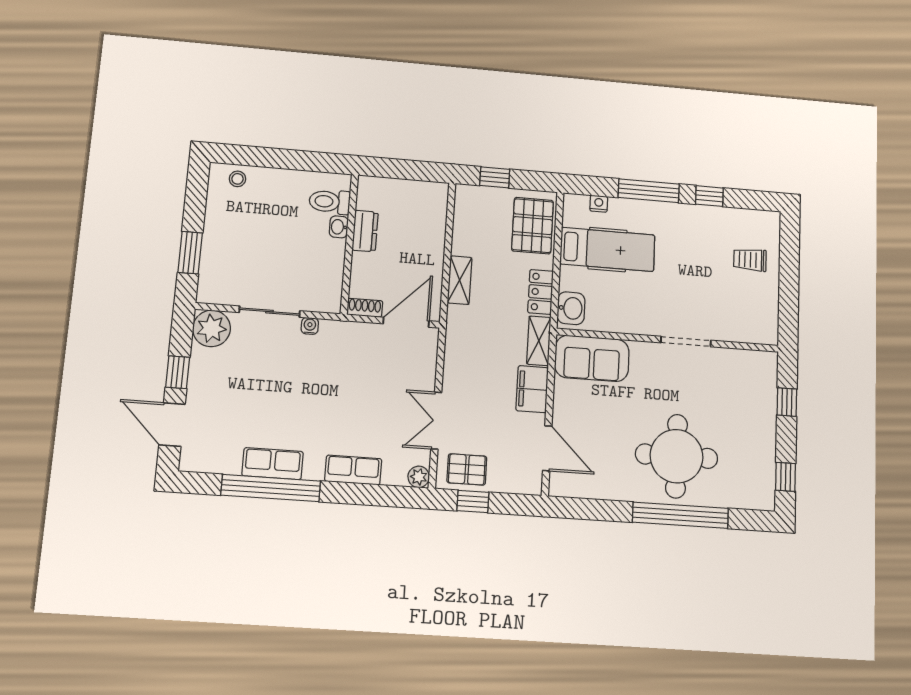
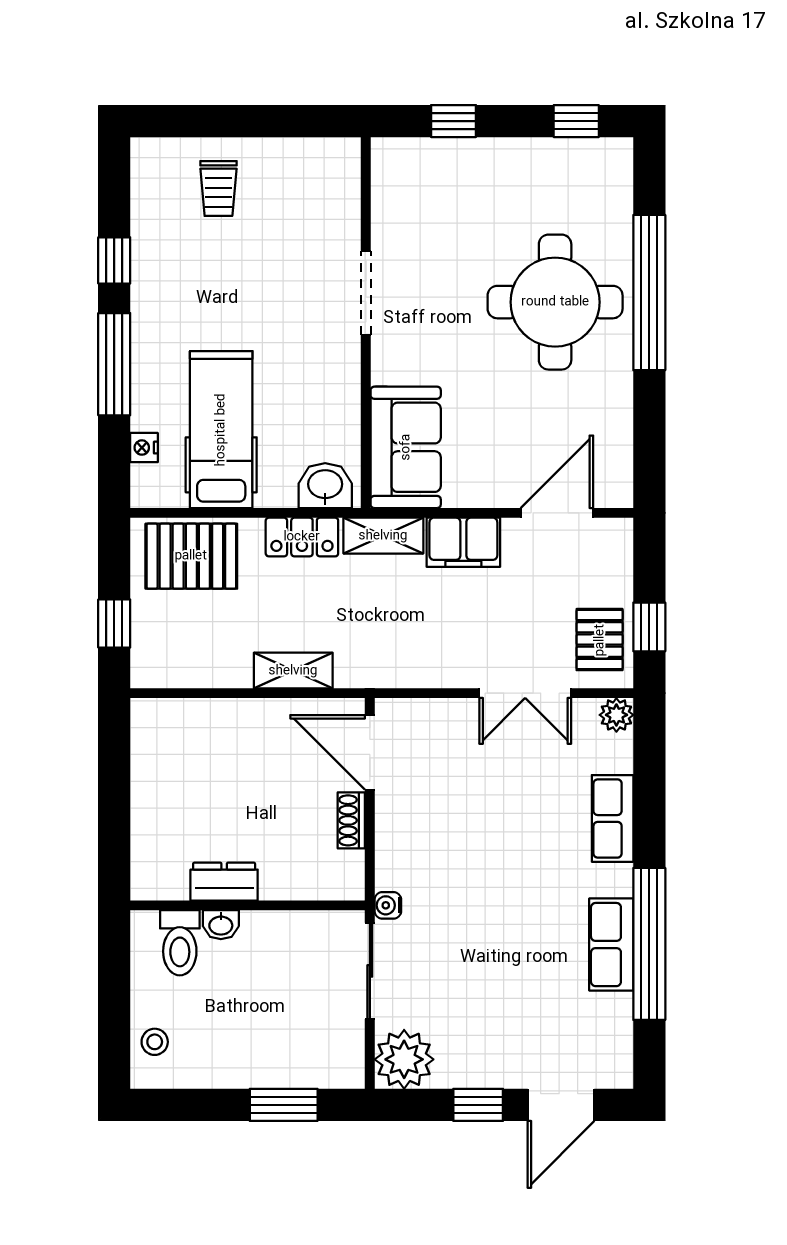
toilet: (330, 202) -> (180, 943), moved
washbasin: (339, 227) -> (221, 925), moved
dresser: (365, 231) -> (224, 882), moved
wall: (349, 244) -> (248, 905), moved

